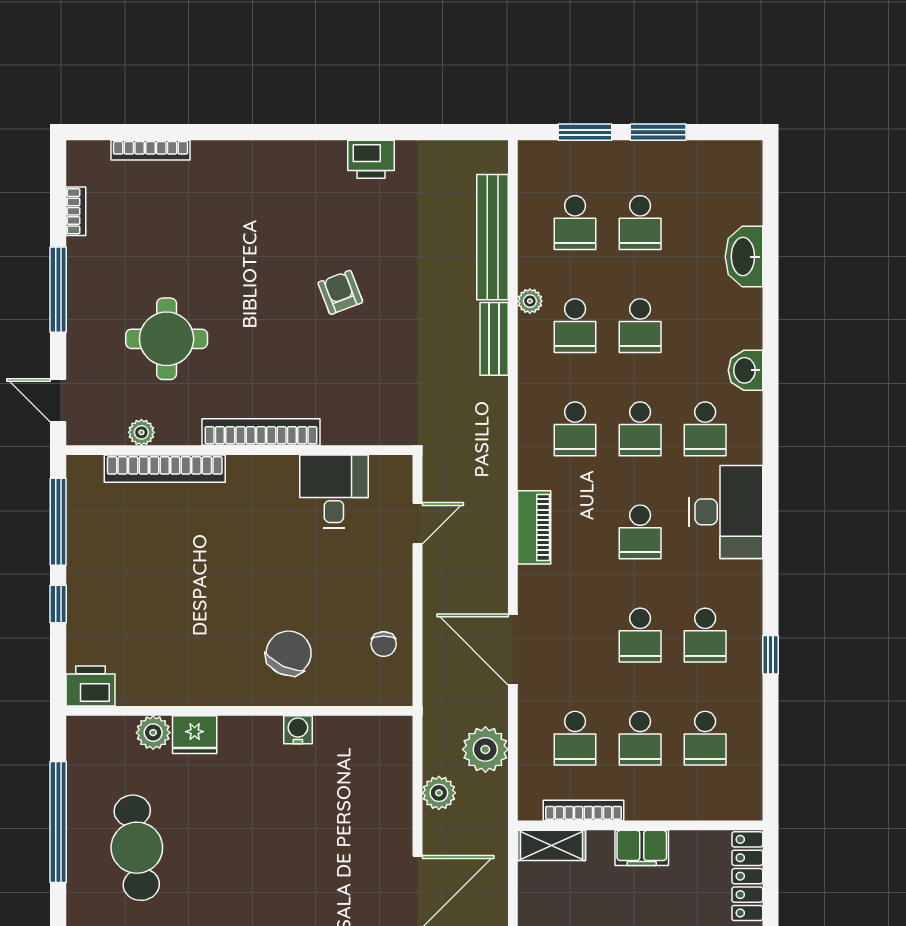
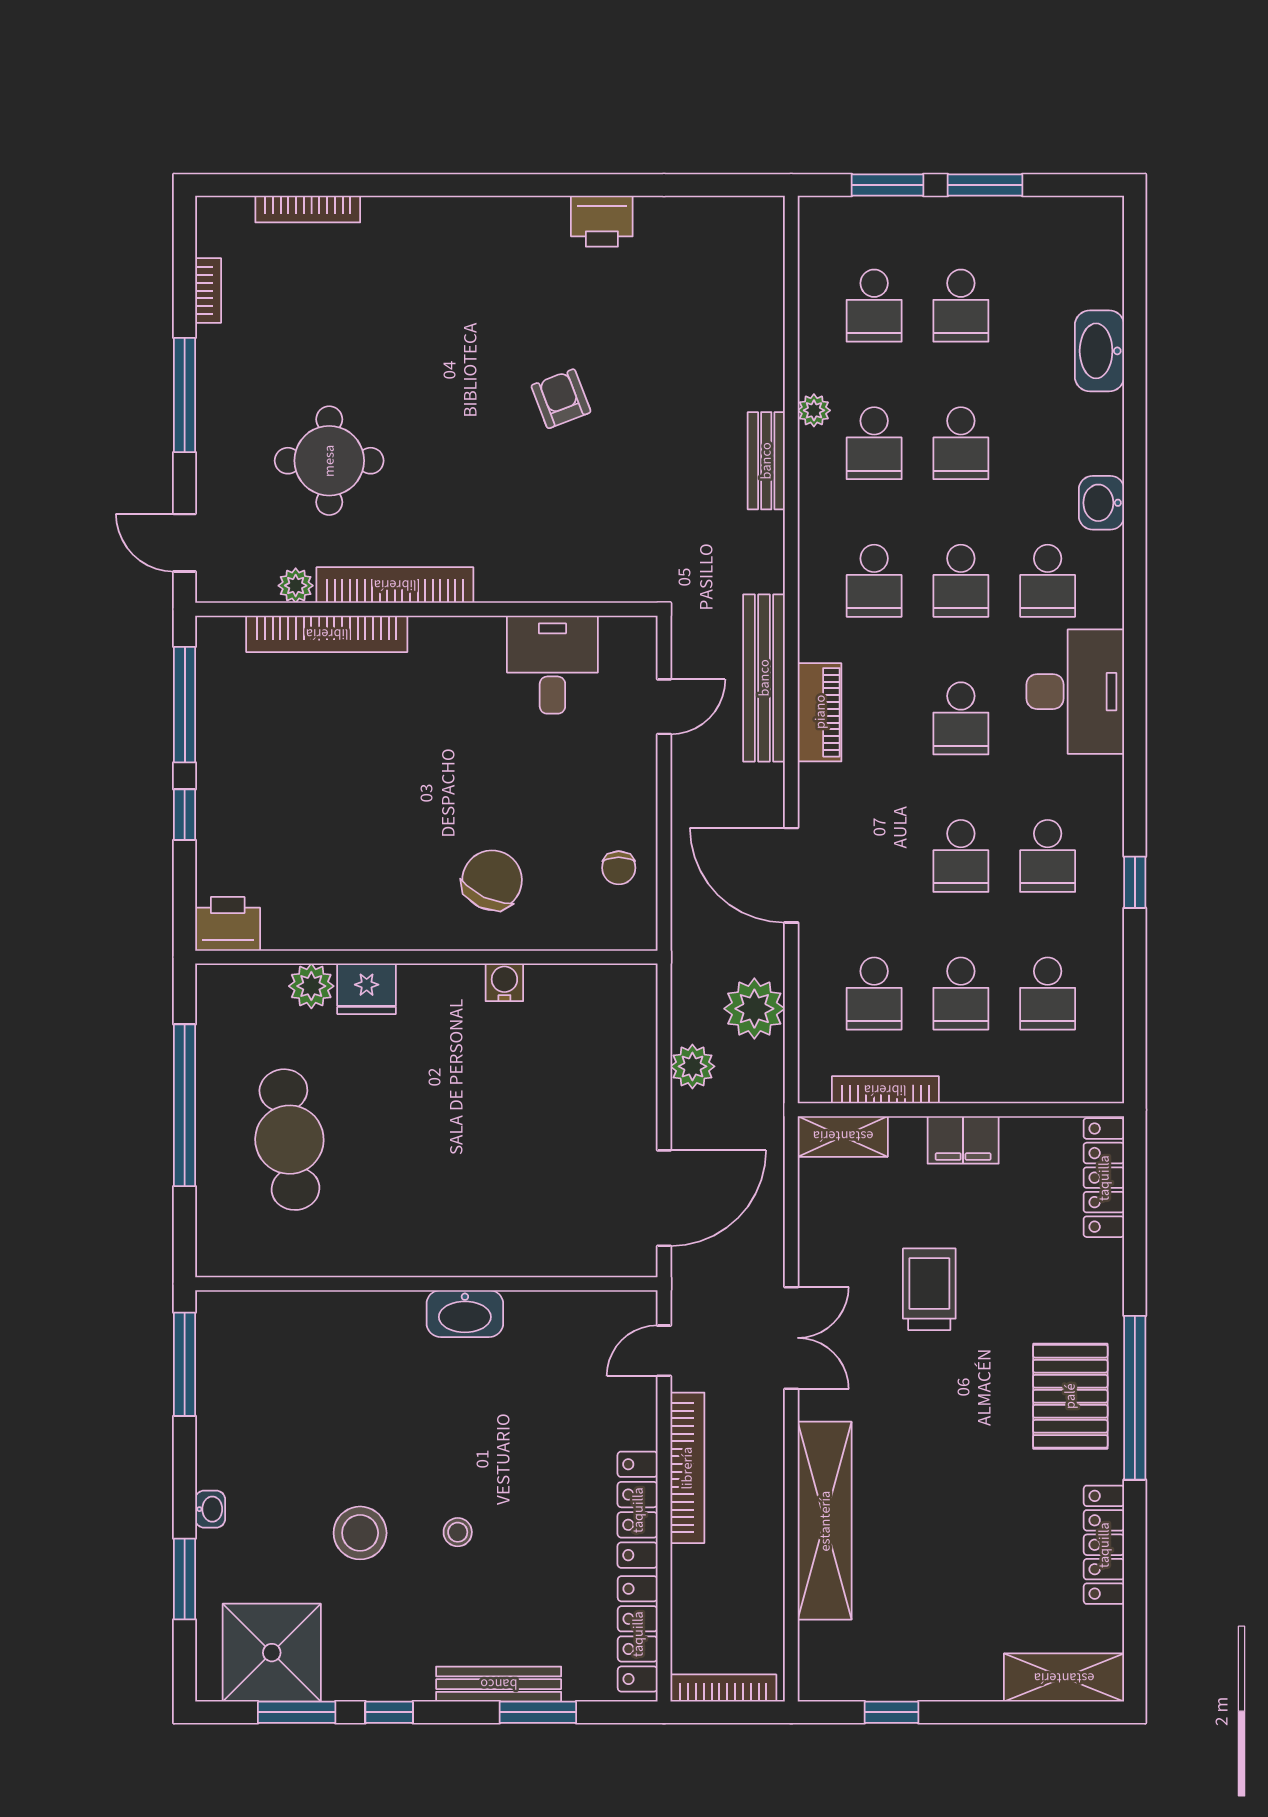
bench: (493, 237) -> (764, 678), moved
bookcase: (261, 432) -> (395, 585), moved

